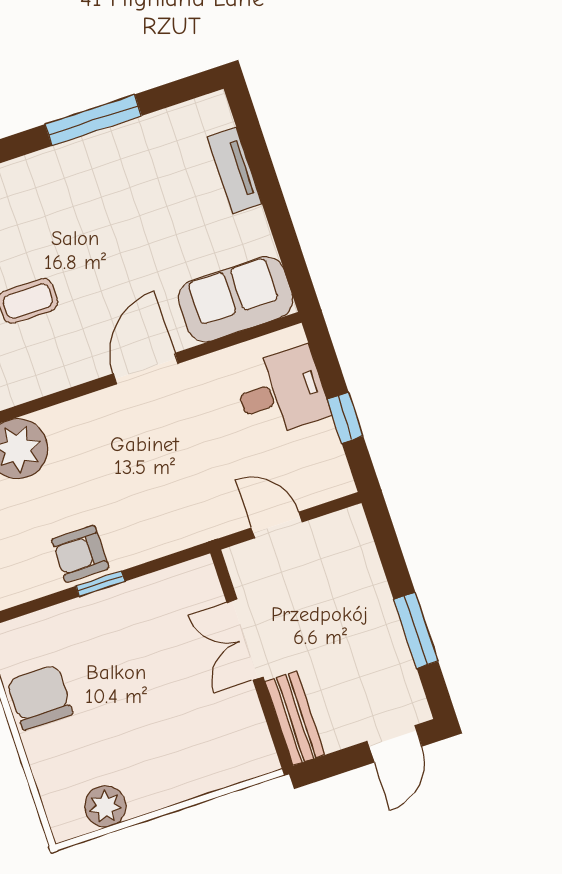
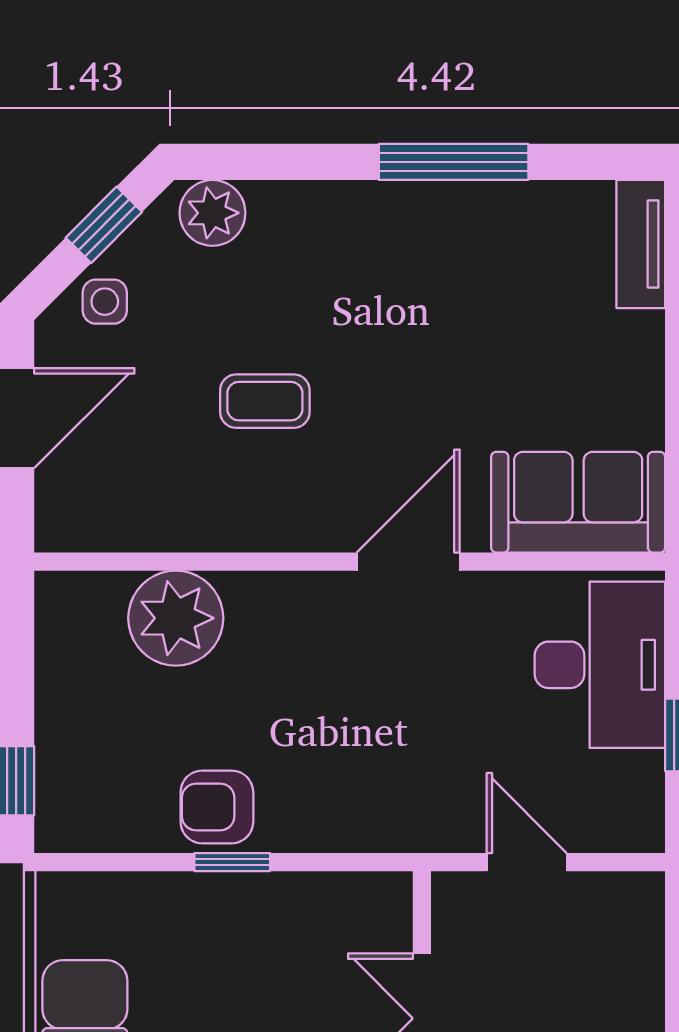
tv unit: (235, 170) -> (641, 244), moved
desk: (281, 392) -> (600, 665), width x1.37

